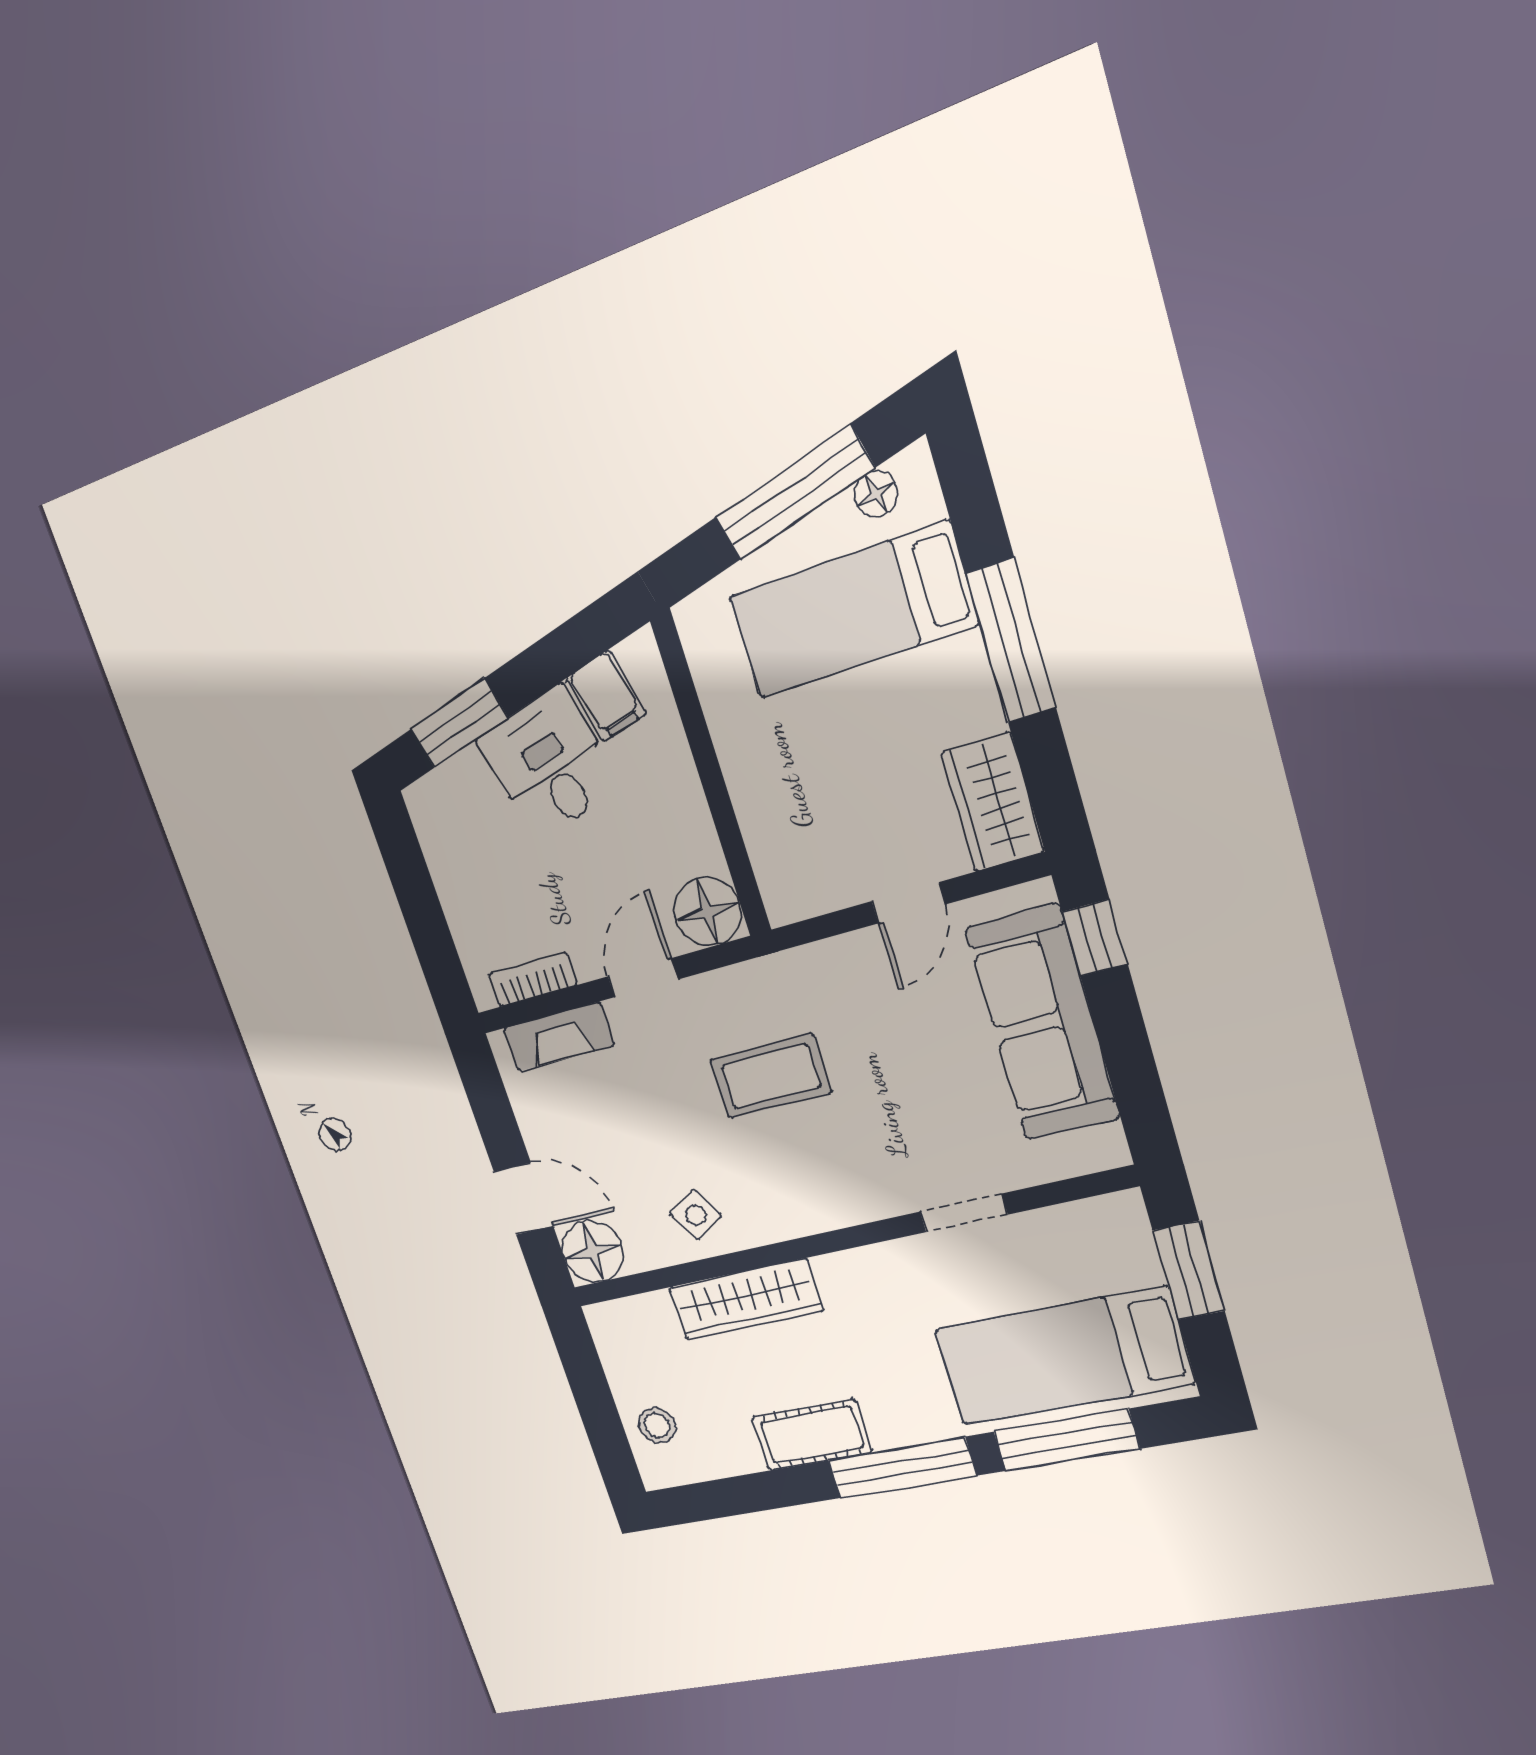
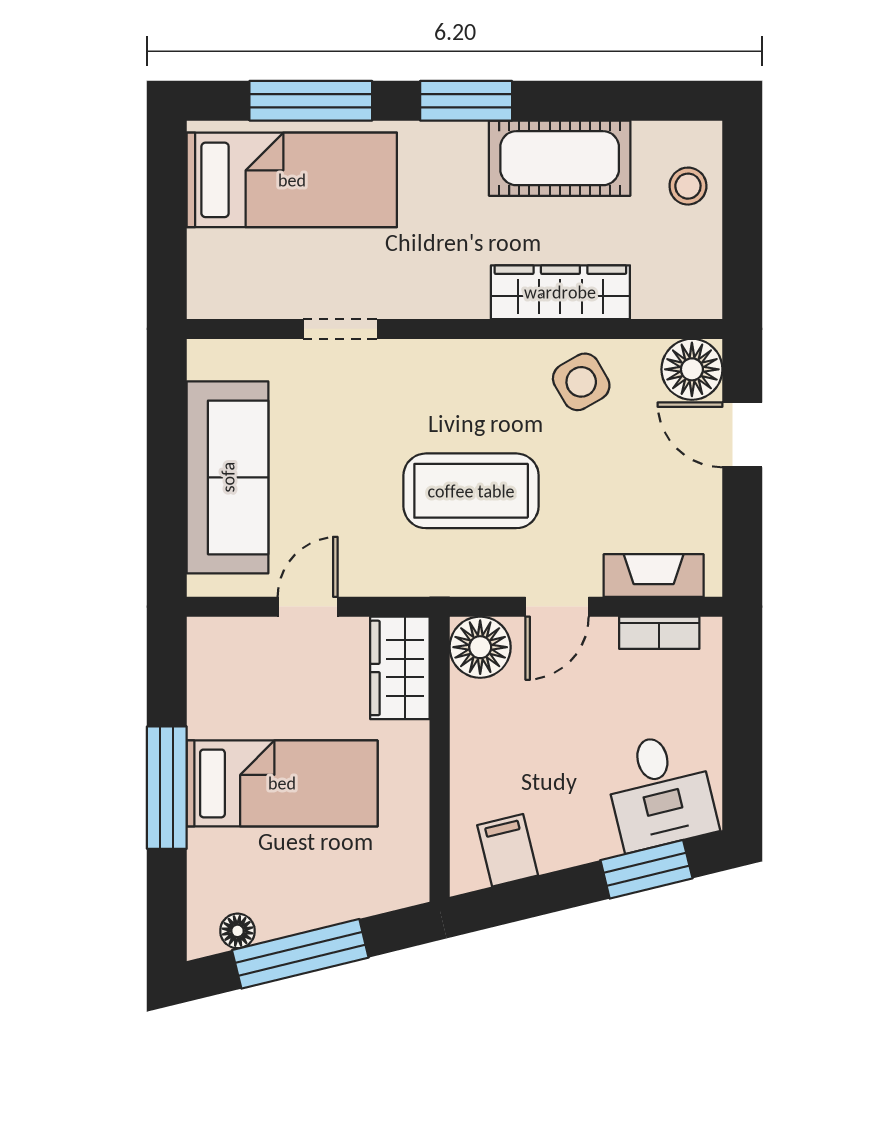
bed: (853, 611) -> (282, 783), moved
desk: (549, 763) -> (660, 791), moved
wardrobe: (993, 802) -> (400, 668), moved, turned 180
window: (1095, 938) -> (167, 537), removed
coffee table: (771, 1076) -> (471, 491), width x1.36, depth x1.32
side table: (696, 1215) -> (581, 382), width x1.37, depth x1.37
window: (1189, 1271) -> (167, 236), removed
cot: (812, 1435) -> (560, 158), width x1.37, depth x1.34
window: (902, 1468) -> (466, 101), width x0.69

